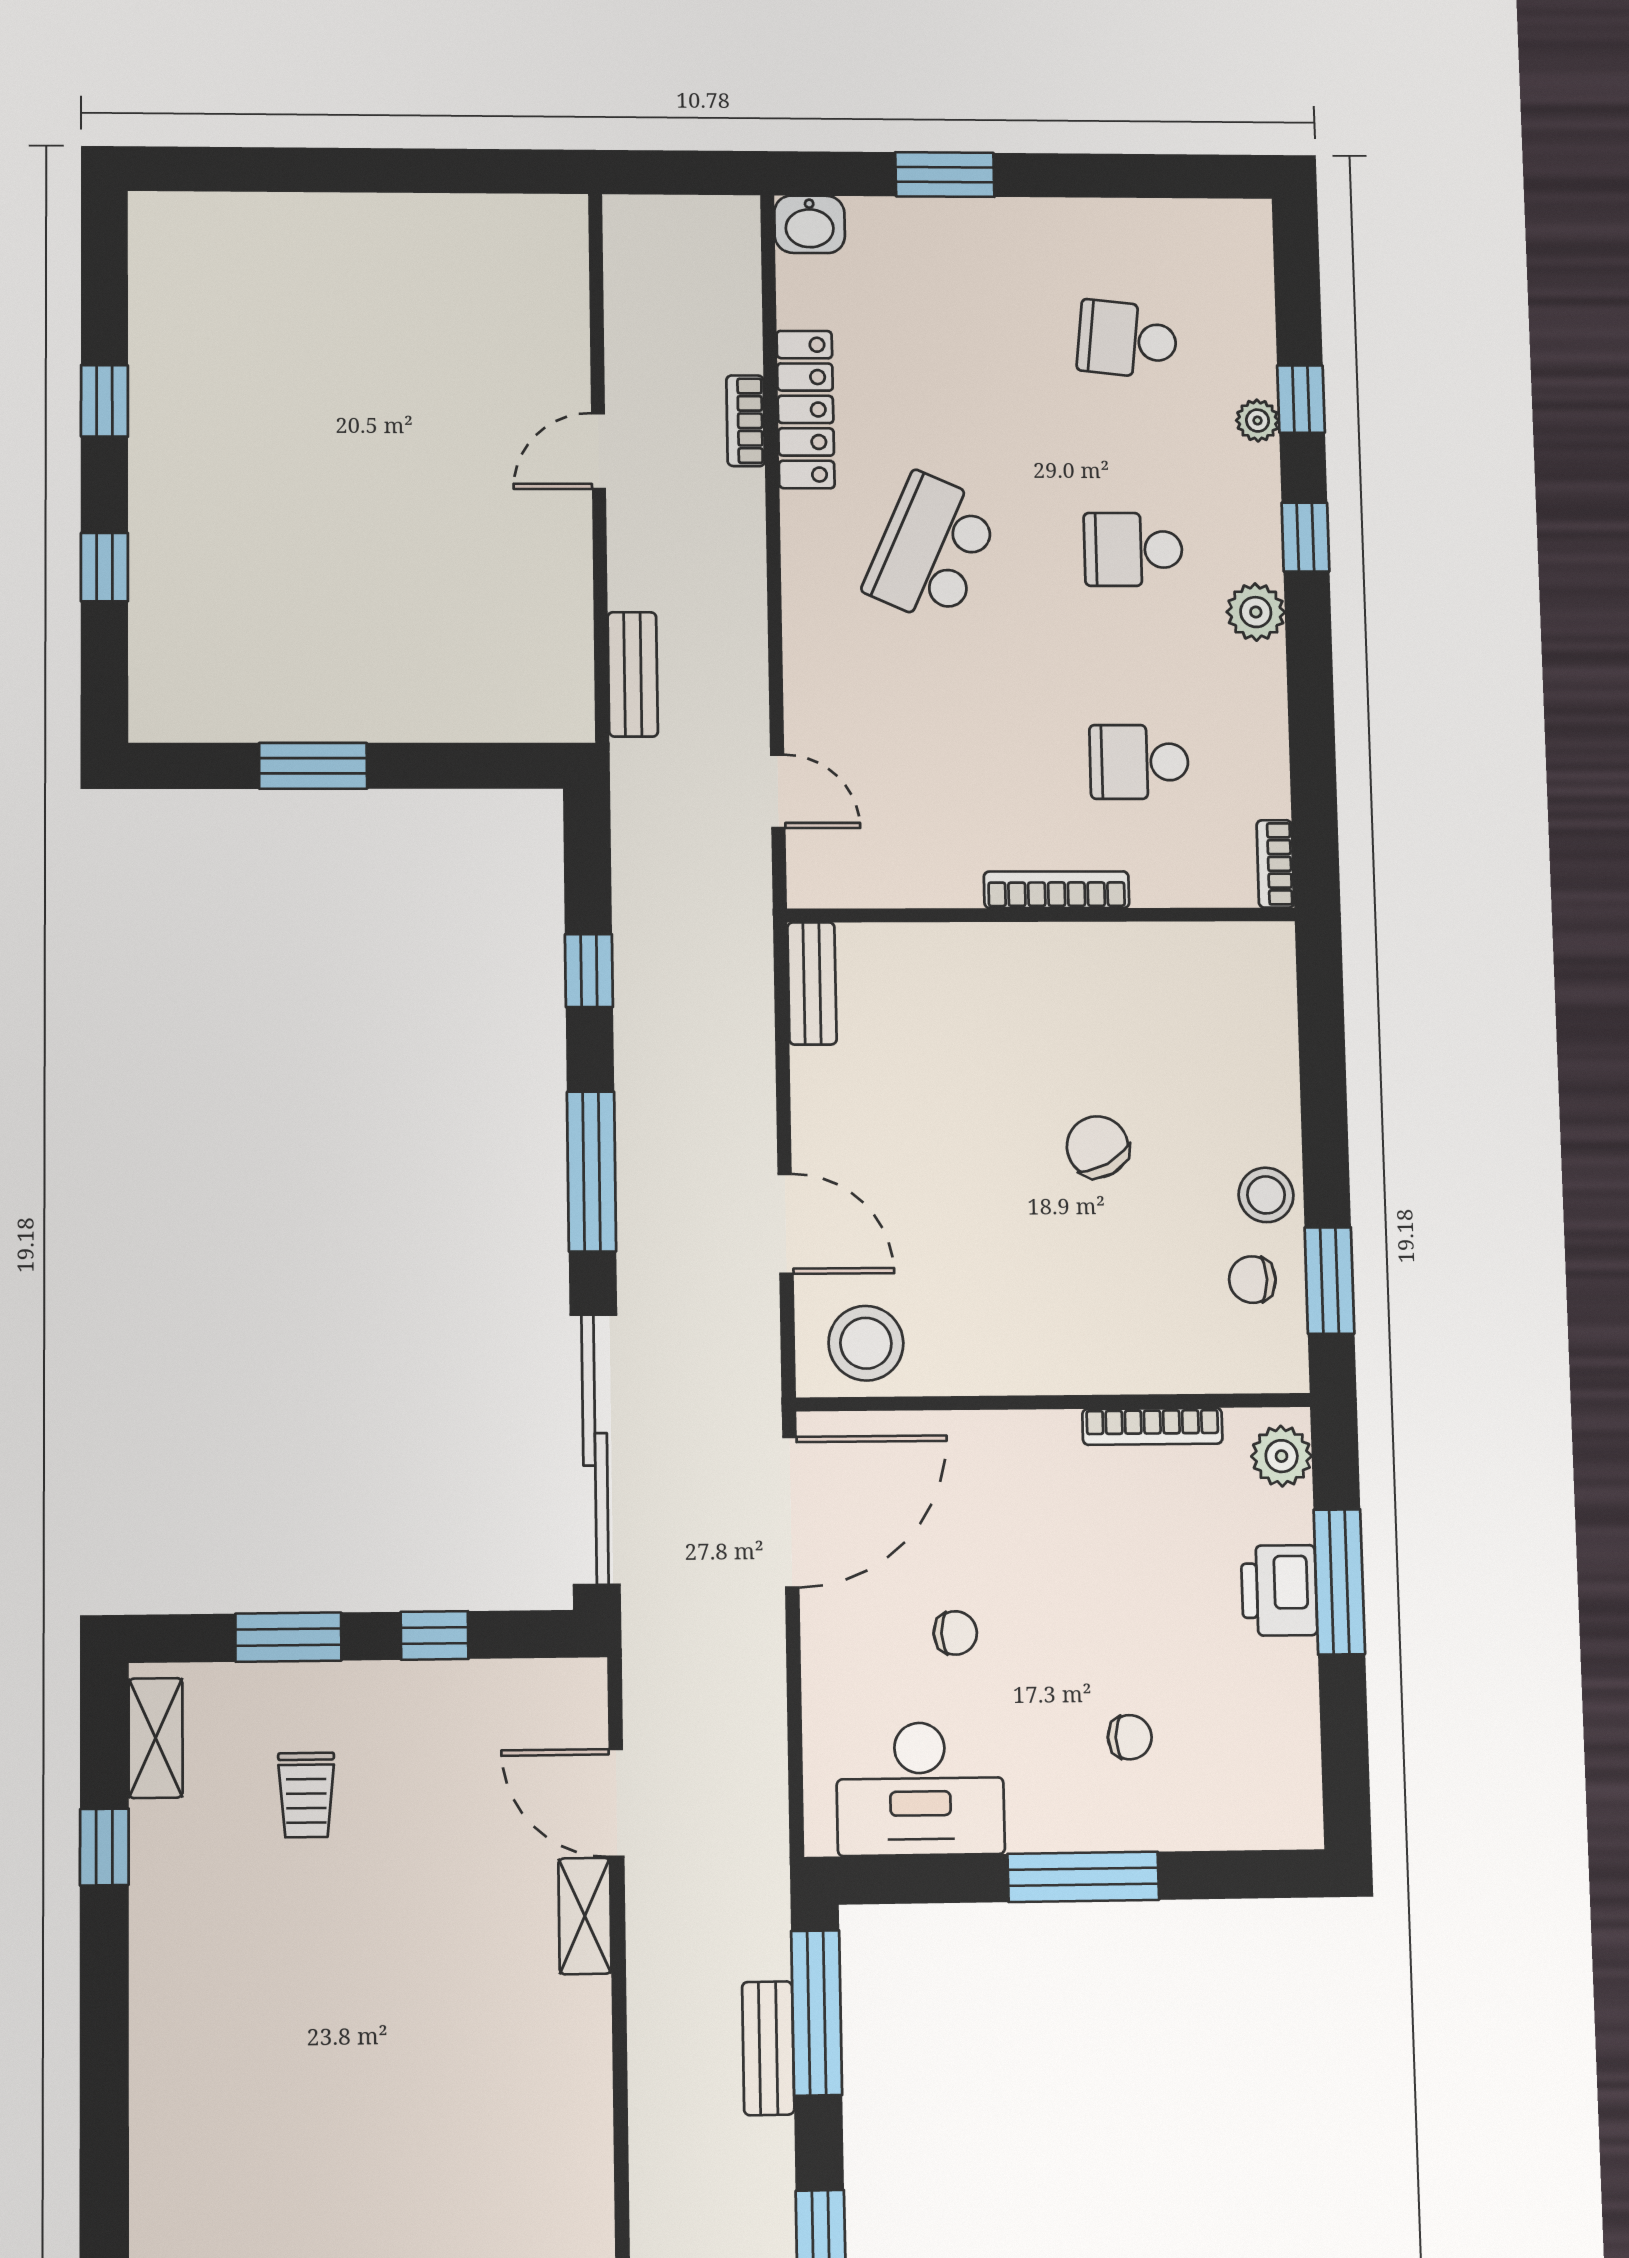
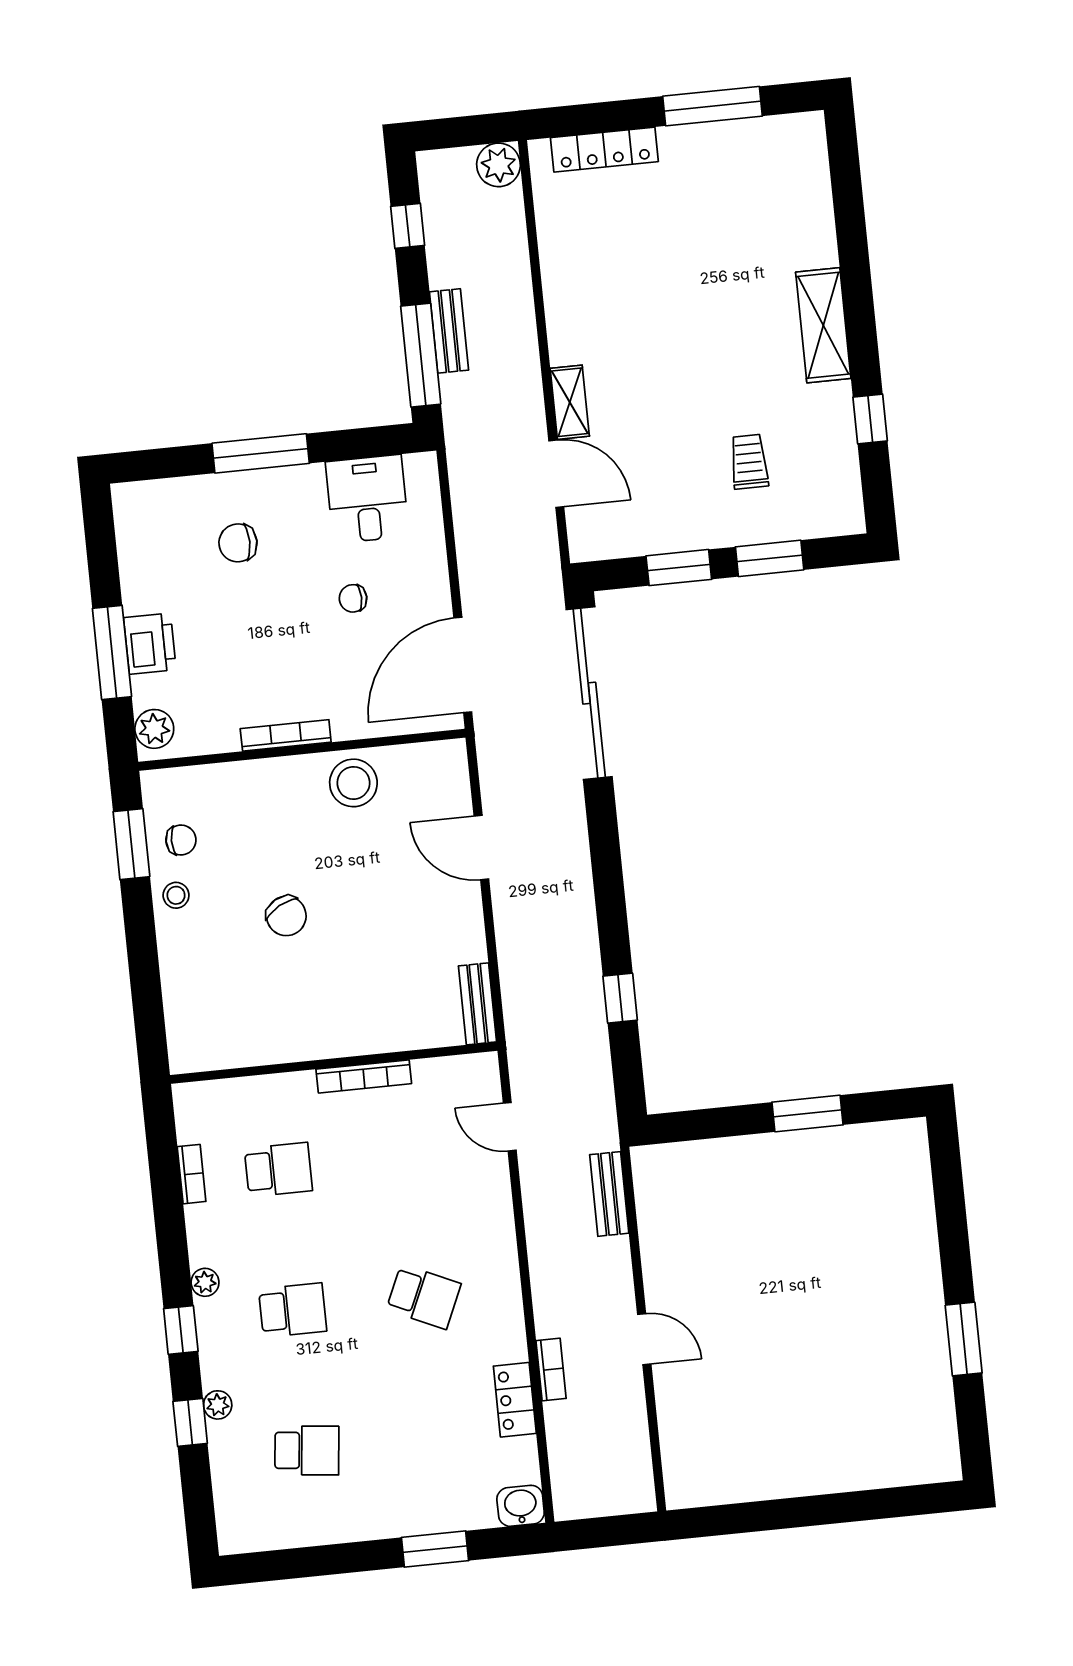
window: (104, 401) -> (964, 1339), width x1.50
locker: (806, 409) -> (515, 1400), width x0.66
door: (598, 451) -> (644, 1339), hinge flipped
school desk: (932, 549) -> (424, 1297), width x0.54
window: (104, 567) -> (953, 1230), removed
plant: (1256, 612) -> (205, 1282), width x0.73, depth x0.73
bookcase: (1275, 864) -> (192, 1174), moved
bookcase: (1057, 890) -> (364, 1076), moved
window: (592, 1171) -> (607, 869), removed
stool: (1266, 1195) -> (176, 895), width x0.73, depth x0.73
stool: (866, 1343) -> (353, 783), moved
bookcase: (1152, 1426) -> (286, 735), moved
window: (435, 1635) -> (679, 568), width x1.50
chair: (1130, 1737) -> (238, 543), width x1.37, depth x1.37
shelving: (156, 1738) -> (823, 325), moved, width x1.50, depth x1.33
desk: (920, 1789) -> (367, 499), width x0.73

